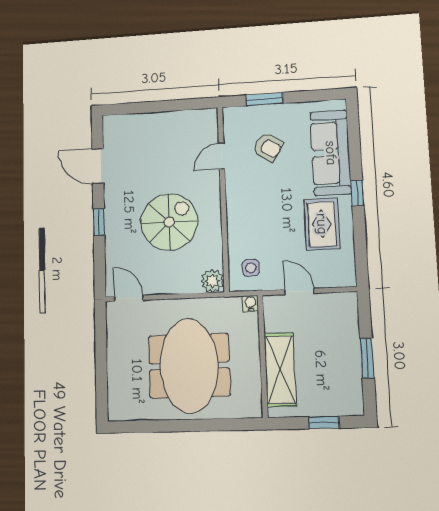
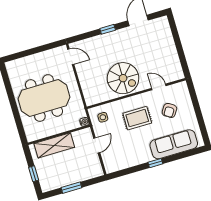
window: (264, 99) -> (195, 102), removed
spiral stairs: (169, 222) -> (123, 78), moved
rug: (322, 224) -> (137, 118), moved
plant: (212, 281) -> (91, 99), removed
door: (129, 298) -> (71, 57), hinge flipped

